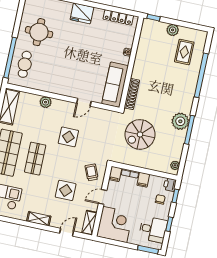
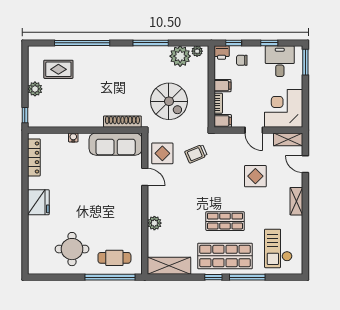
plant: (180, 121) -> (180, 56), moved
display table: (68, 137) -> (162, 153), moved
trolley: (92, 172) -> (196, 154), moved

